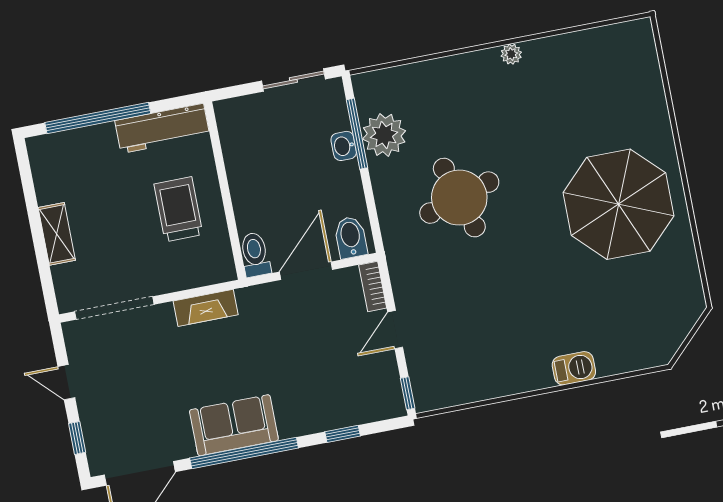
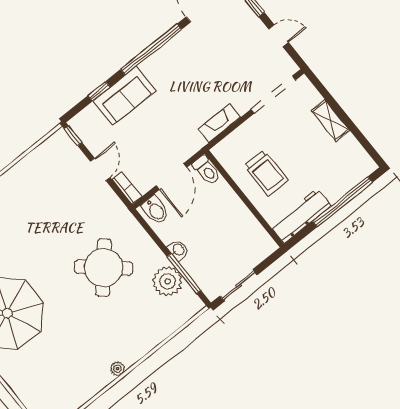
washbasin: (344, 146) -> (178, 250), moved
round table: (459, 198) -> (104, 268), turned -32
sofa: (234, 425) -> (124, 96), moved

